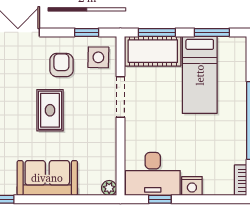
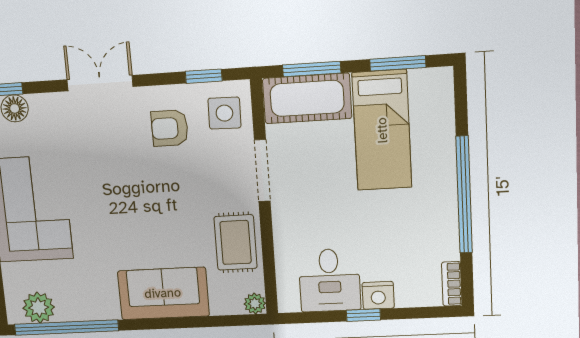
armchair: (61, 65) -> (170, 128), turned -90
rug: (50, 110) -> (236, 242), moved
desk: (153, 174) -> (329, 280), width x0.73
window: (160, 199) -> (363, 315), moved

